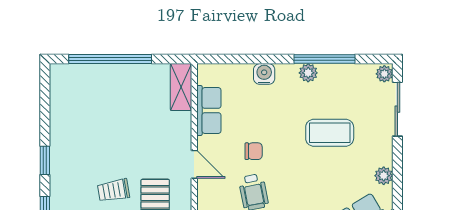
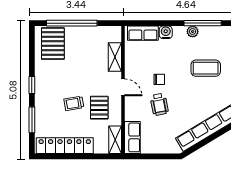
shelving: (181, 87) -> (115, 57), moved
pallet: (79, 92) -> (53, 43), added
row of seats: (209, 110) -> (143, 33), moved, turned 90

